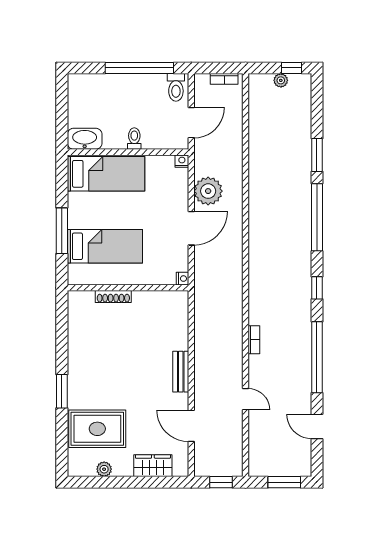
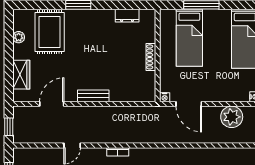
door: (191, 228) -> (189, 104), moved
shoe rack: (113, 296) -> (151, 57), moved
dresser: (76, 328) -> (127, 16), added

